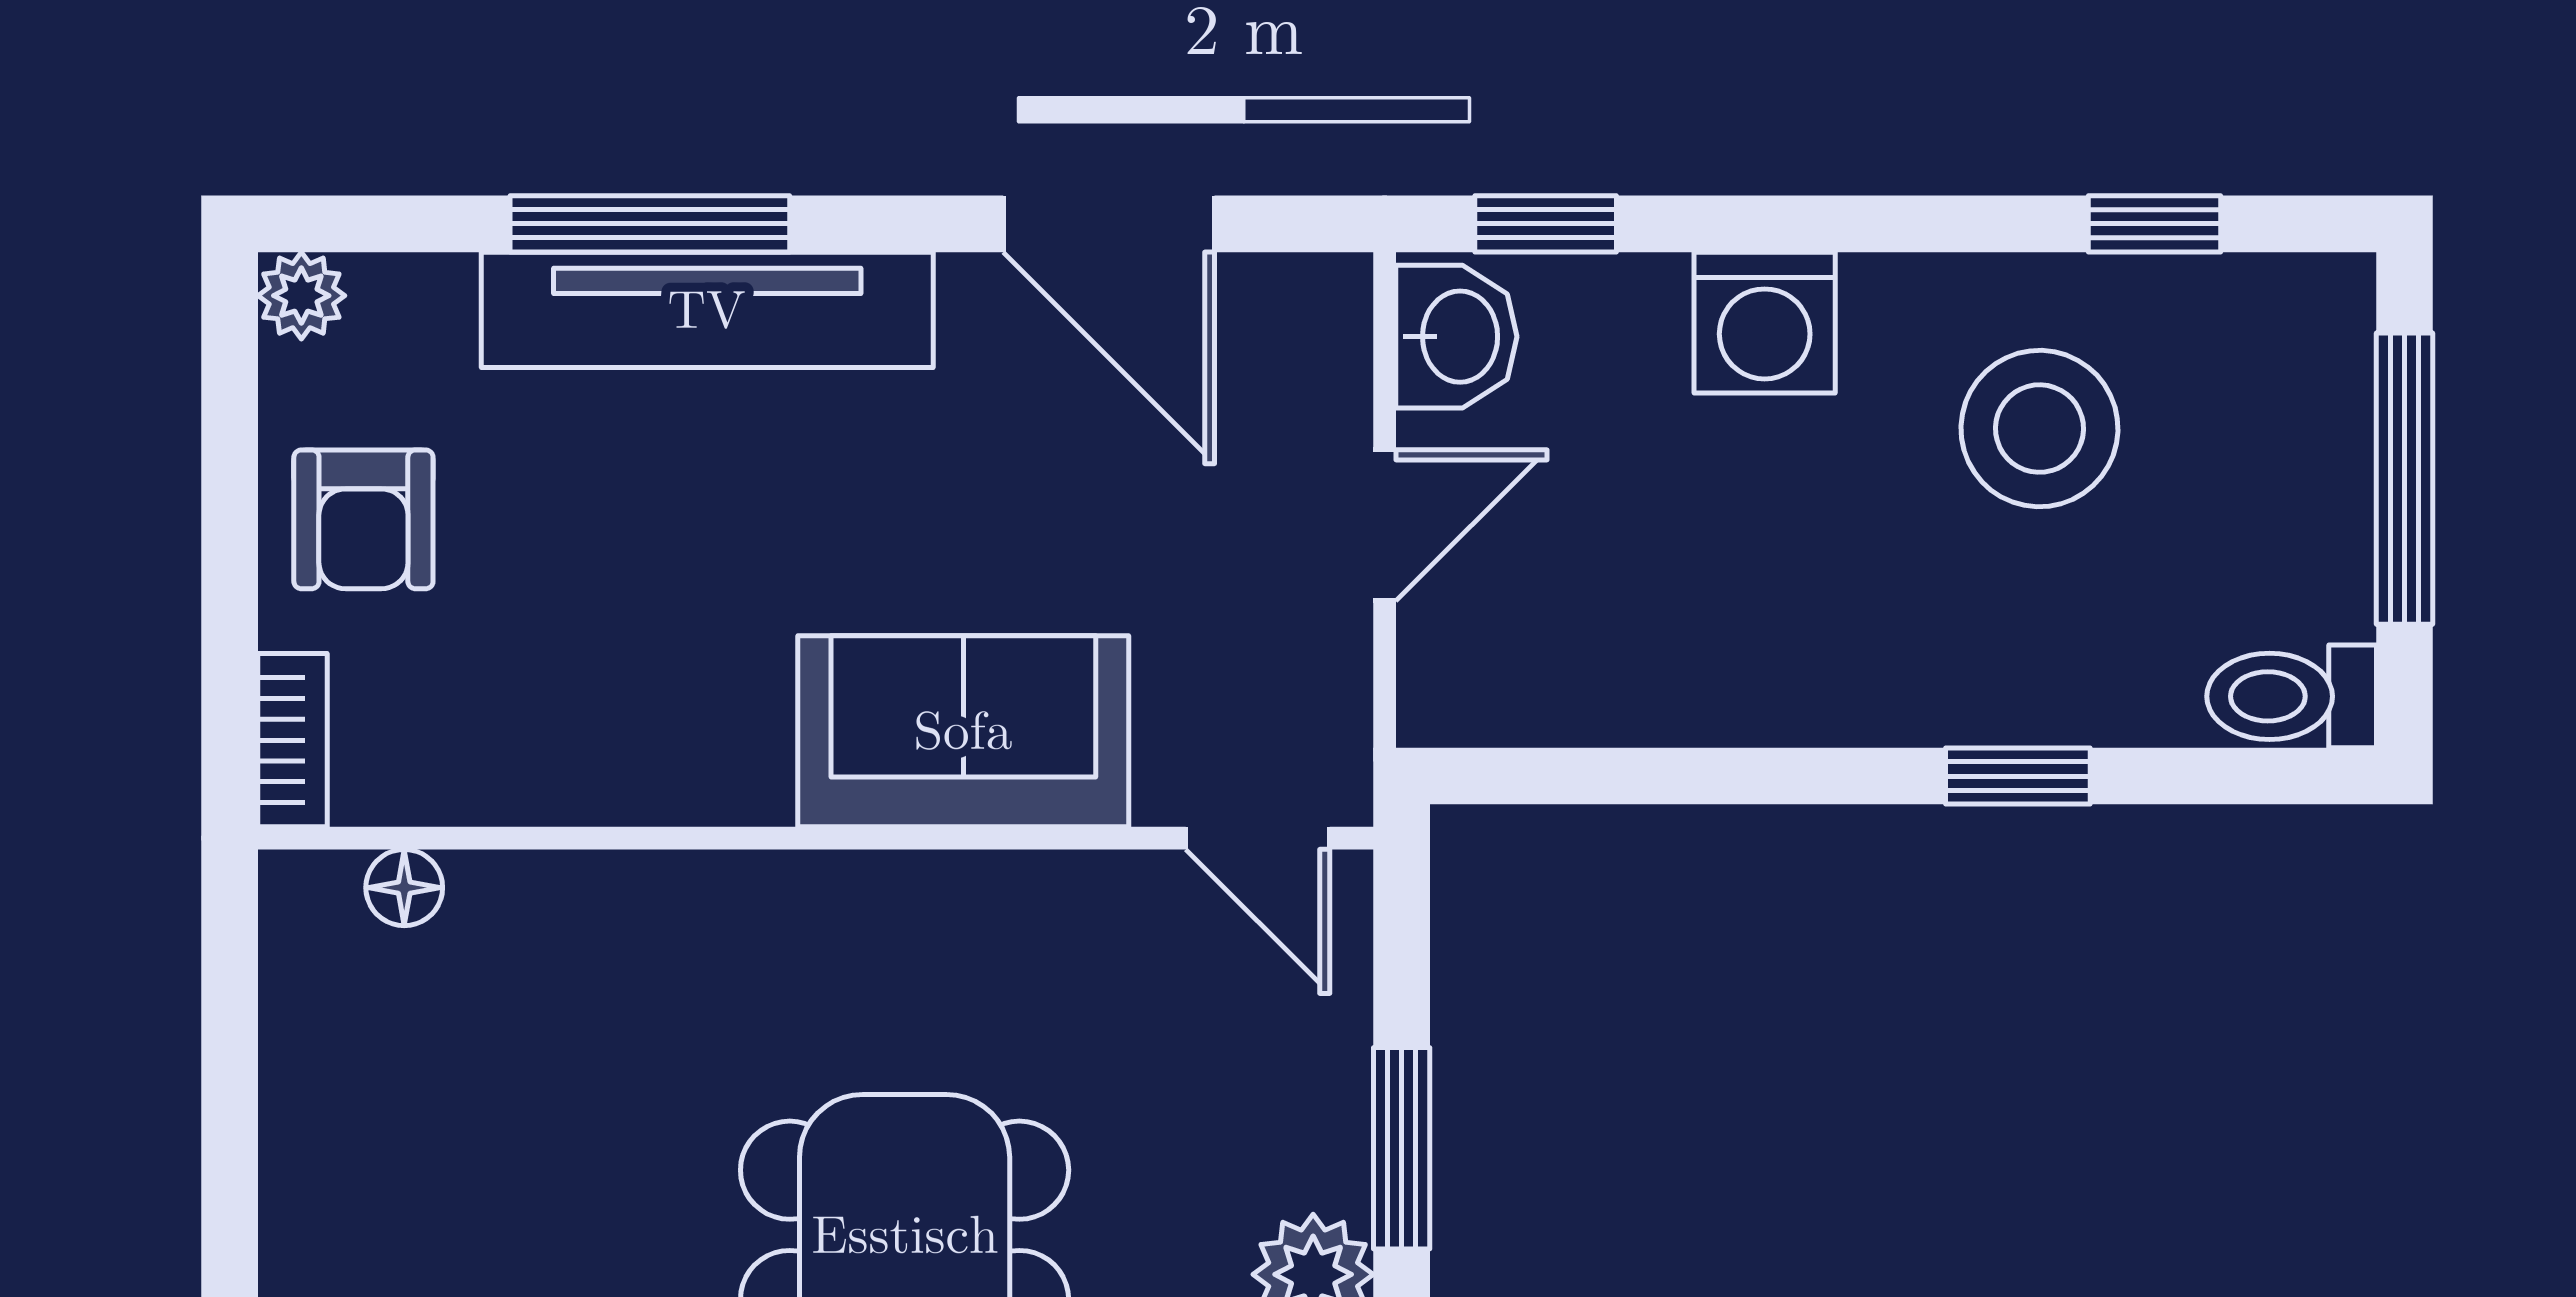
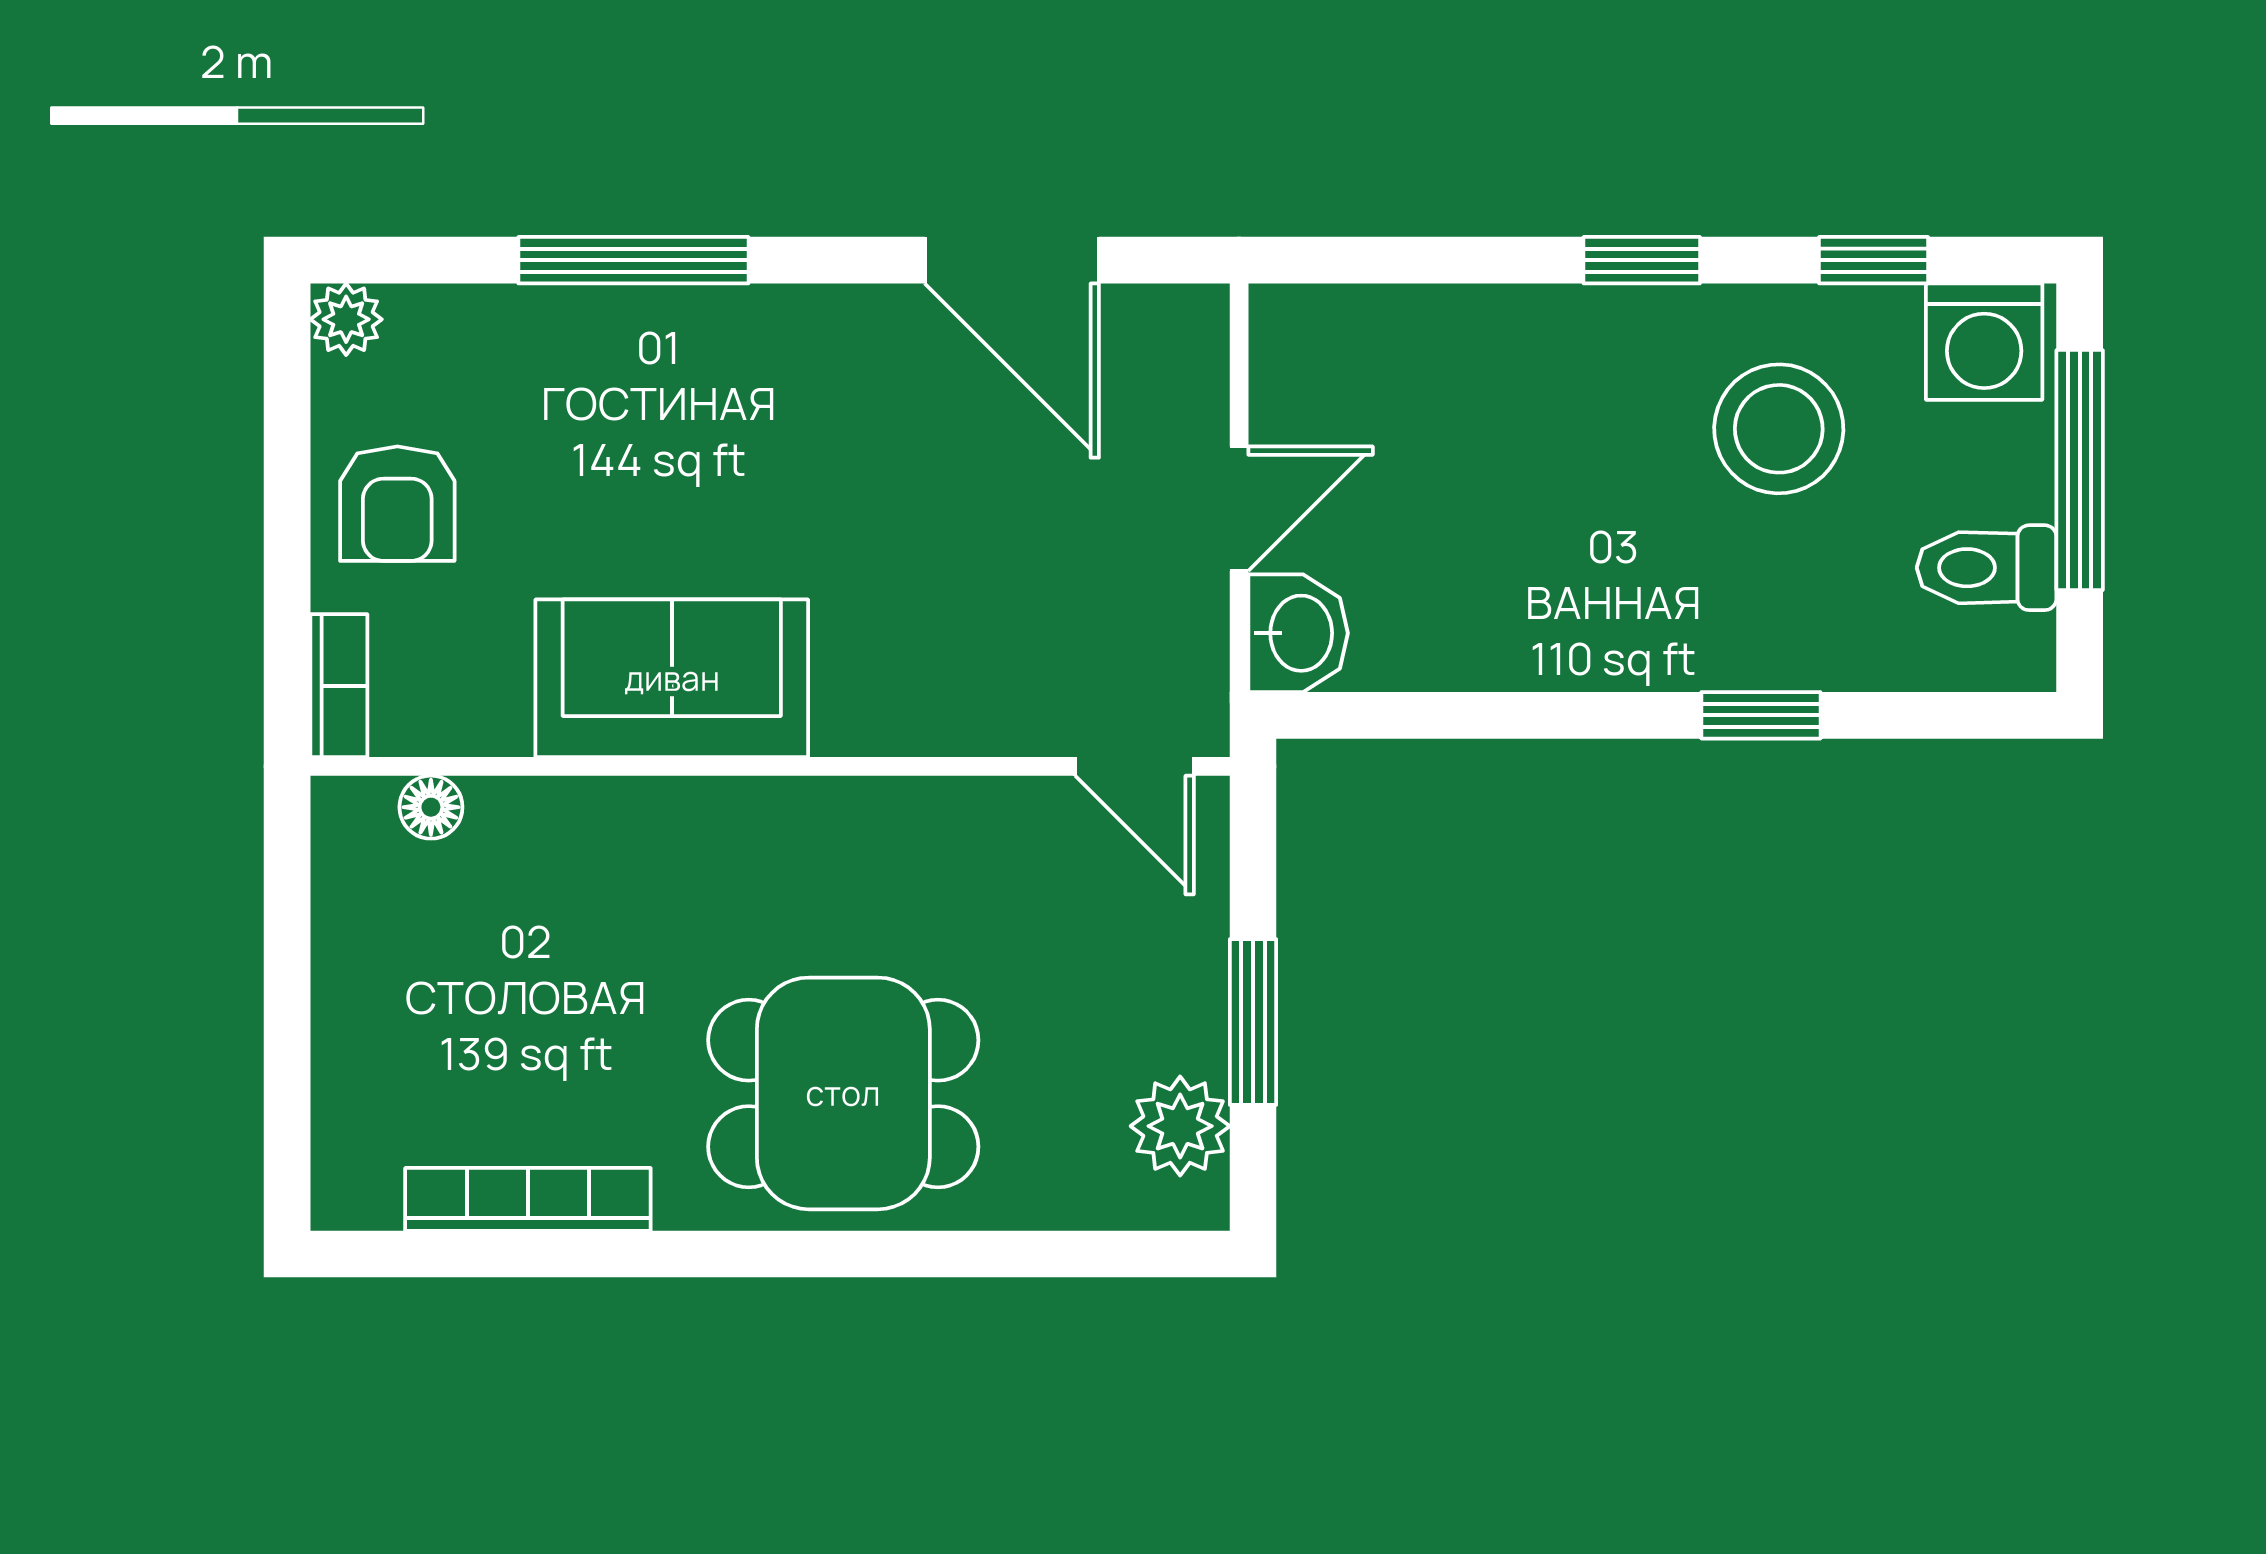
window: (1546, 224) -> (1642, 260), moved
tv unit: (707, 310) -> (681, 331), removed
washing machine: (1765, 323) -> (1984, 342), moved
washbasin: (1456, 337) -> (1298, 633), moved
toilet: (2292, 696) -> (1987, 568), moved
sofa: (963, 731) -> (672, 678), moved

